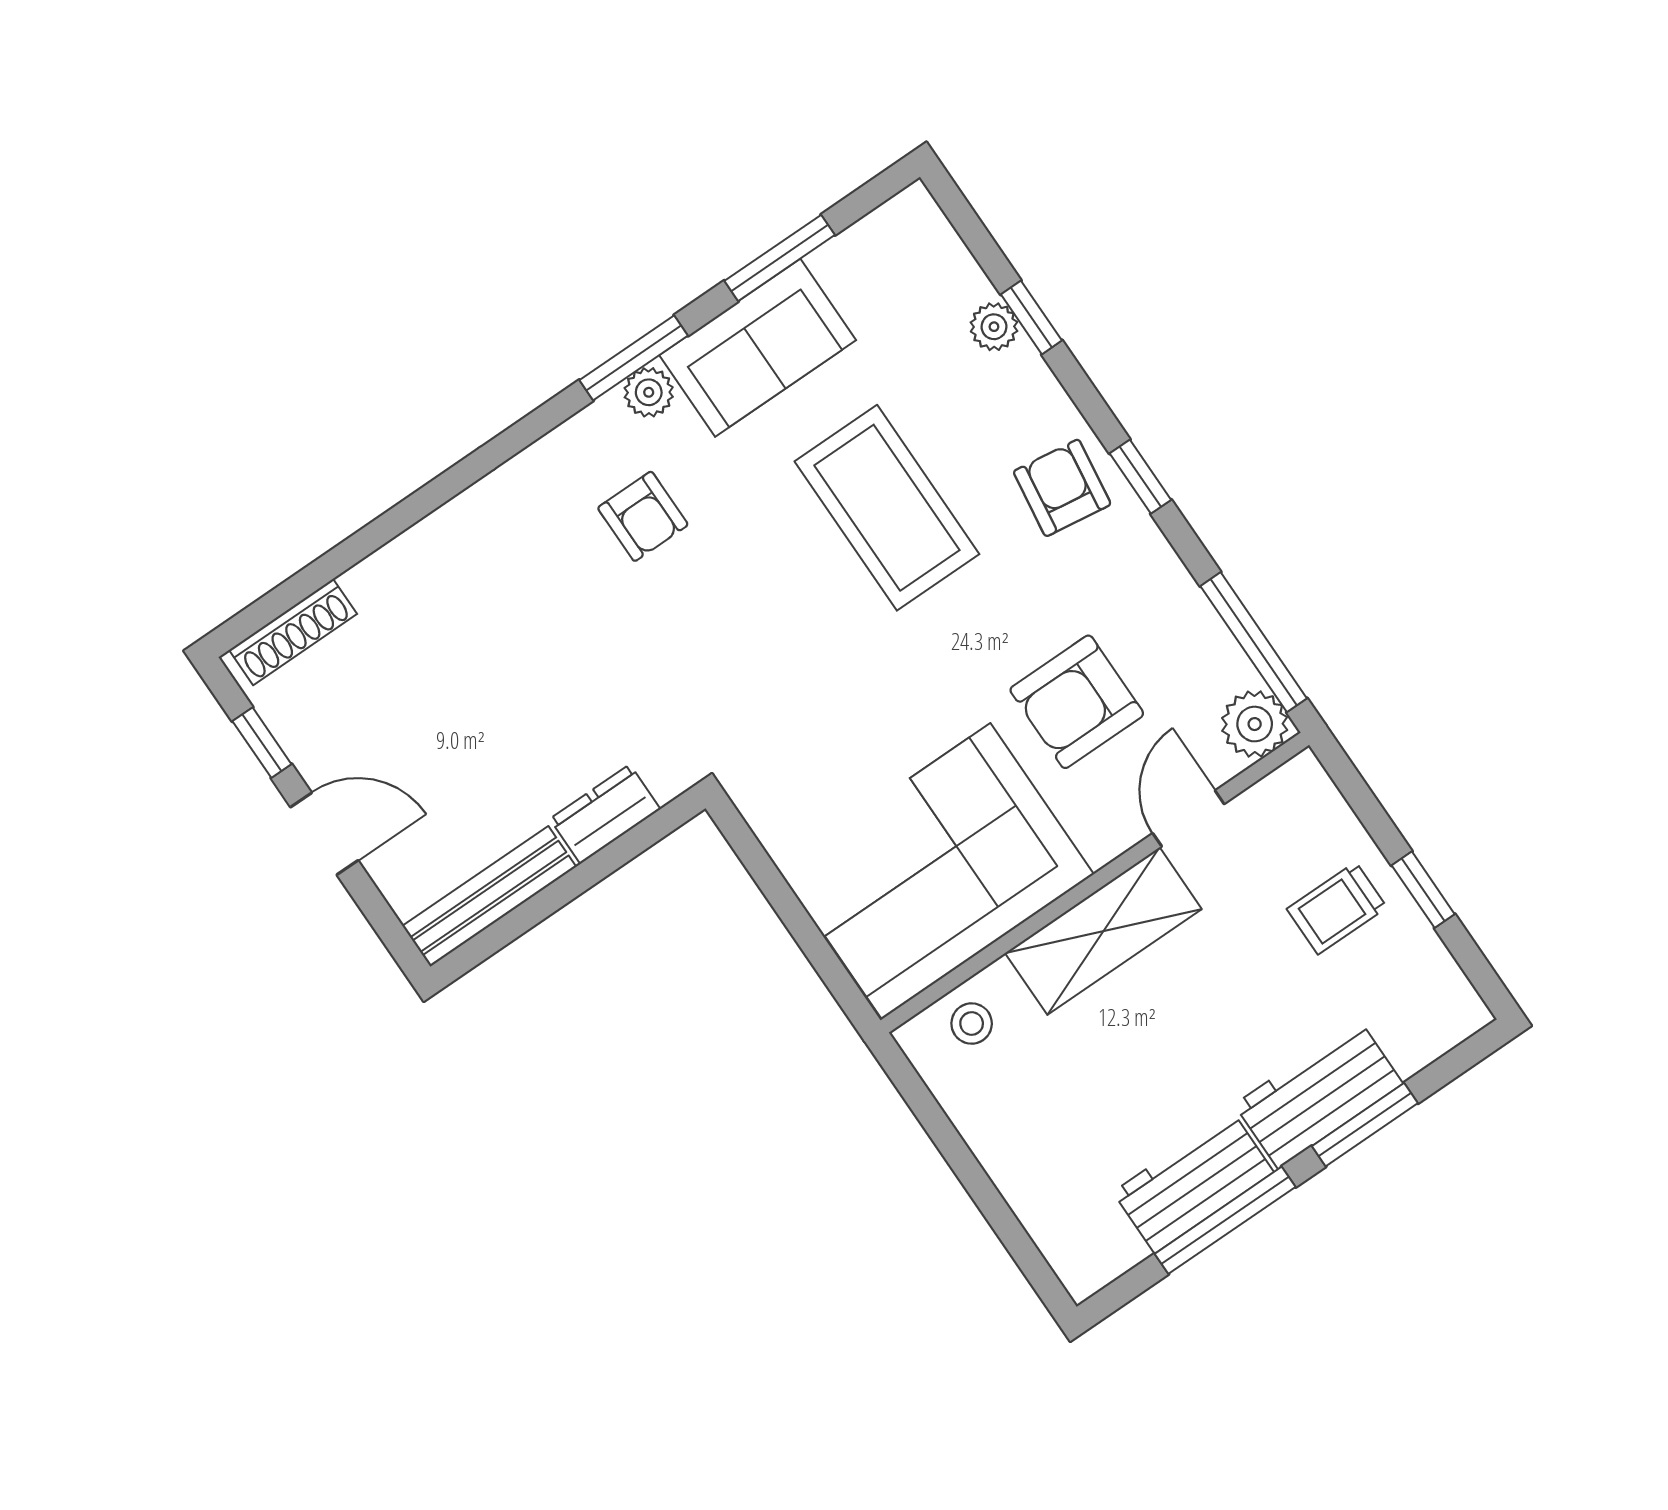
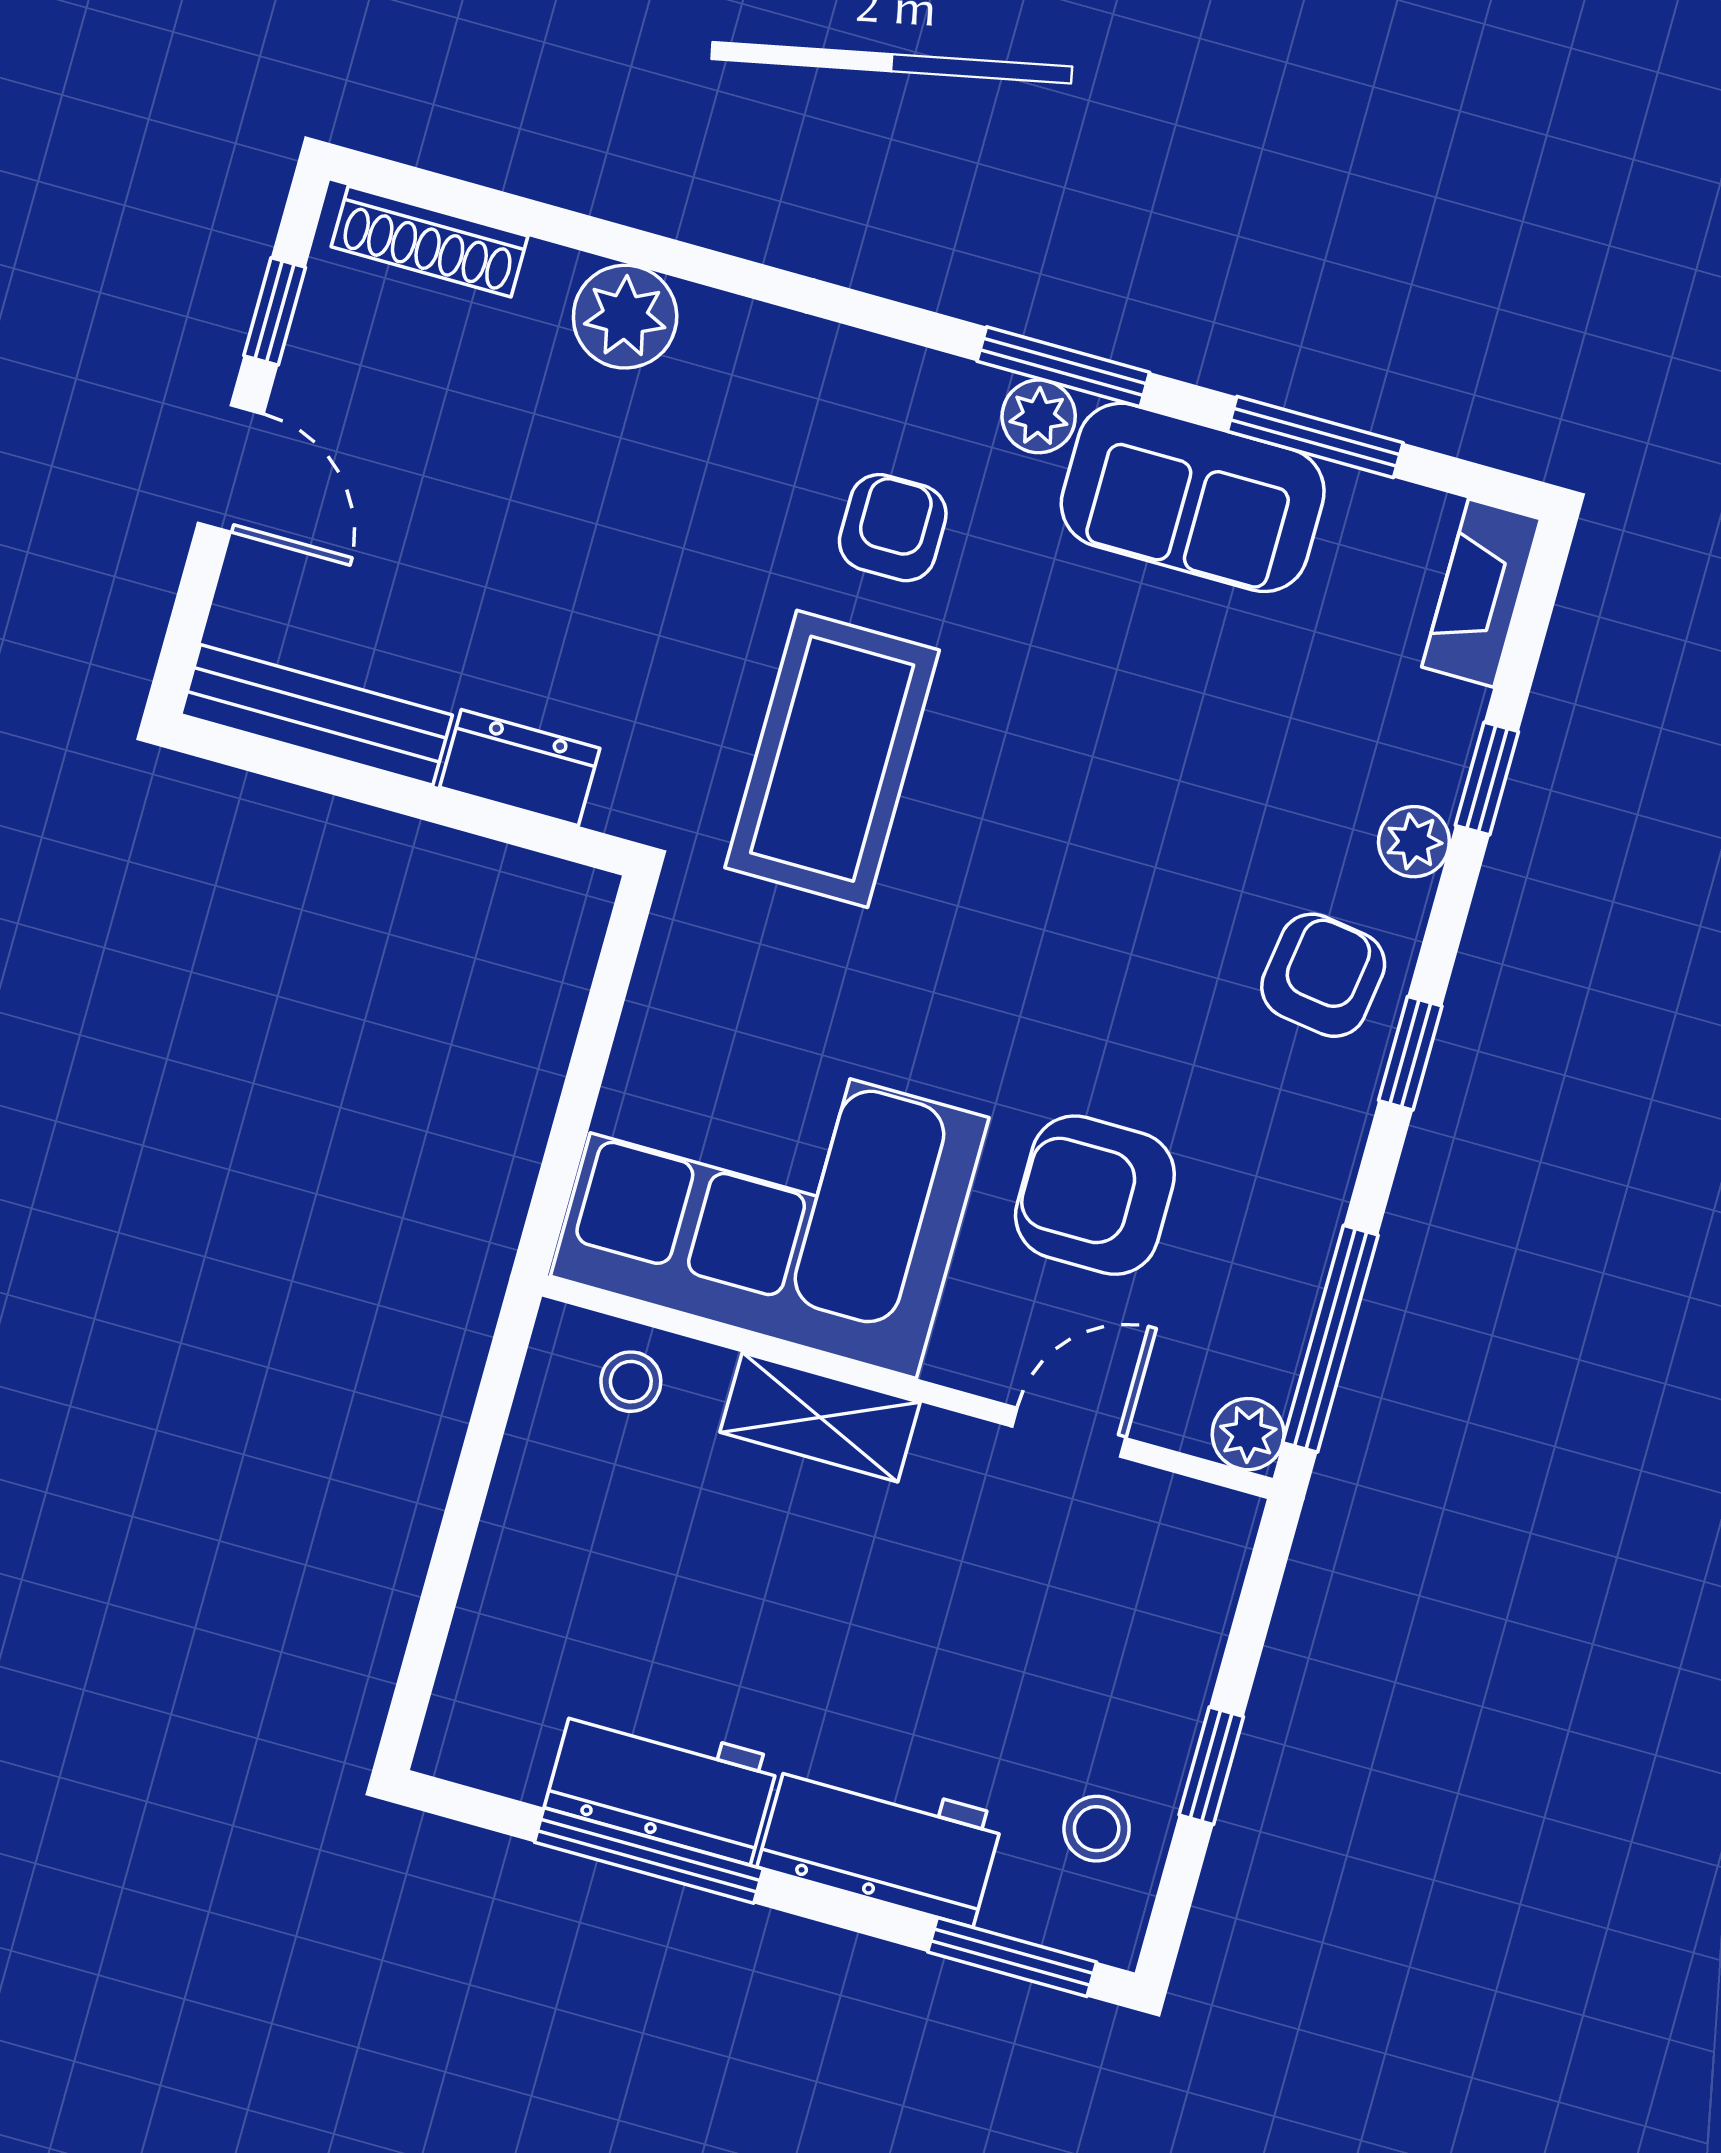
fireplace: (933, 240) -> (1481, 593), added
plant: (994, 327) -> (1414, 842), moved
coffee table: (887, 508) -> (832, 759), moved
armchair: (643, 516) -> (893, 528), turned 180
plant: (417, 563) -> (625, 317), added
plant: (1255, 724) -> (1248, 1434), width x0.73, depth x0.73
trolley: (1337, 908) -> (1108, 1686), removed
shelving: (1103, 931) -> (820, 1417), width x0.67, depth x0.75
stool: (1406, 977) -> (1097, 1829), added
window: (1365, 1125) -> (1012, 1957), moved

